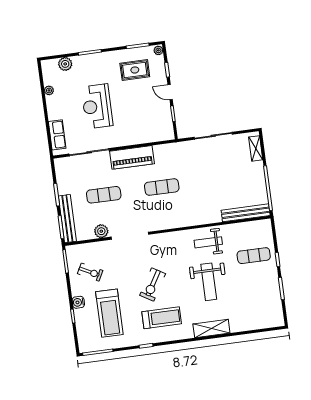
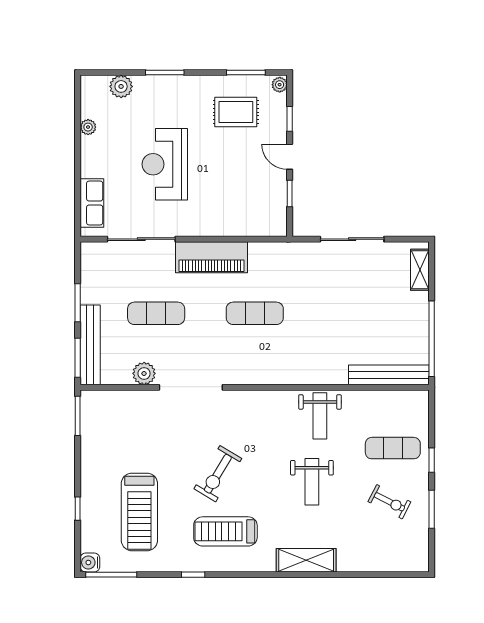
weight bench: (208, 242) -> (320, 416), turned -90
exercise bike: (90, 272) -> (389, 502), moved
weight bench: (209, 282) -> (312, 482), width x0.73, depth x0.75
water cooler: (78, 302) -> (90, 562), moved
treadmill: (162, 318) -> (225, 531), turned 180

